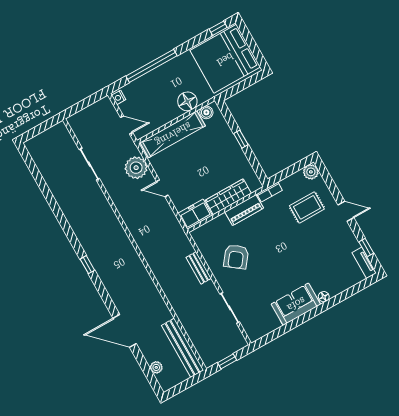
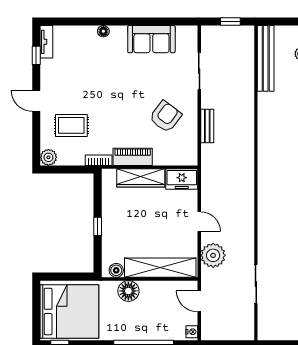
sofa: (296, 304) -> (151, 39), moved

